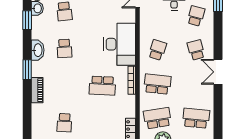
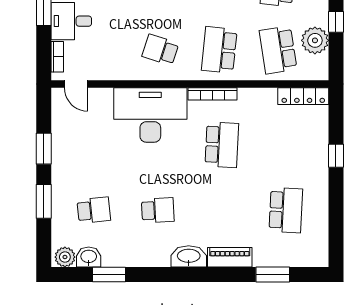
washbasin: (38, 50) -> (189, 256), moved
window: (27, 70) -> (273, 275), moved
school desk: (64, 123) -> (286, 210), width x1.85

